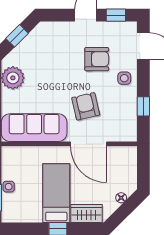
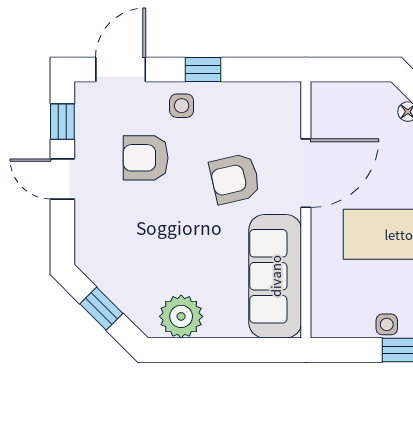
armchair: (97, 59) -> (146, 158), turned -90
window: (143, 106) -> (203, 69), moved

